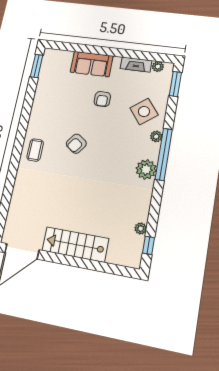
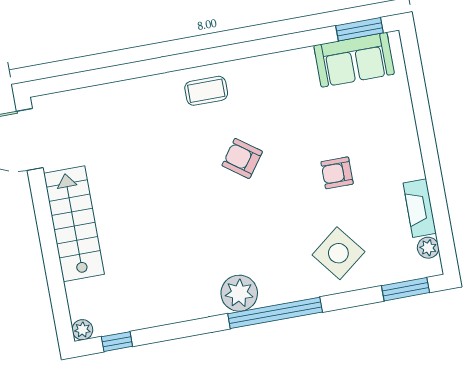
sofa: (92, 64) -> (354, 60), moved, turned -90
plant: (156, 136) -> (302, 290), removed
plant: (141, 229) -> (82, 330), moved

